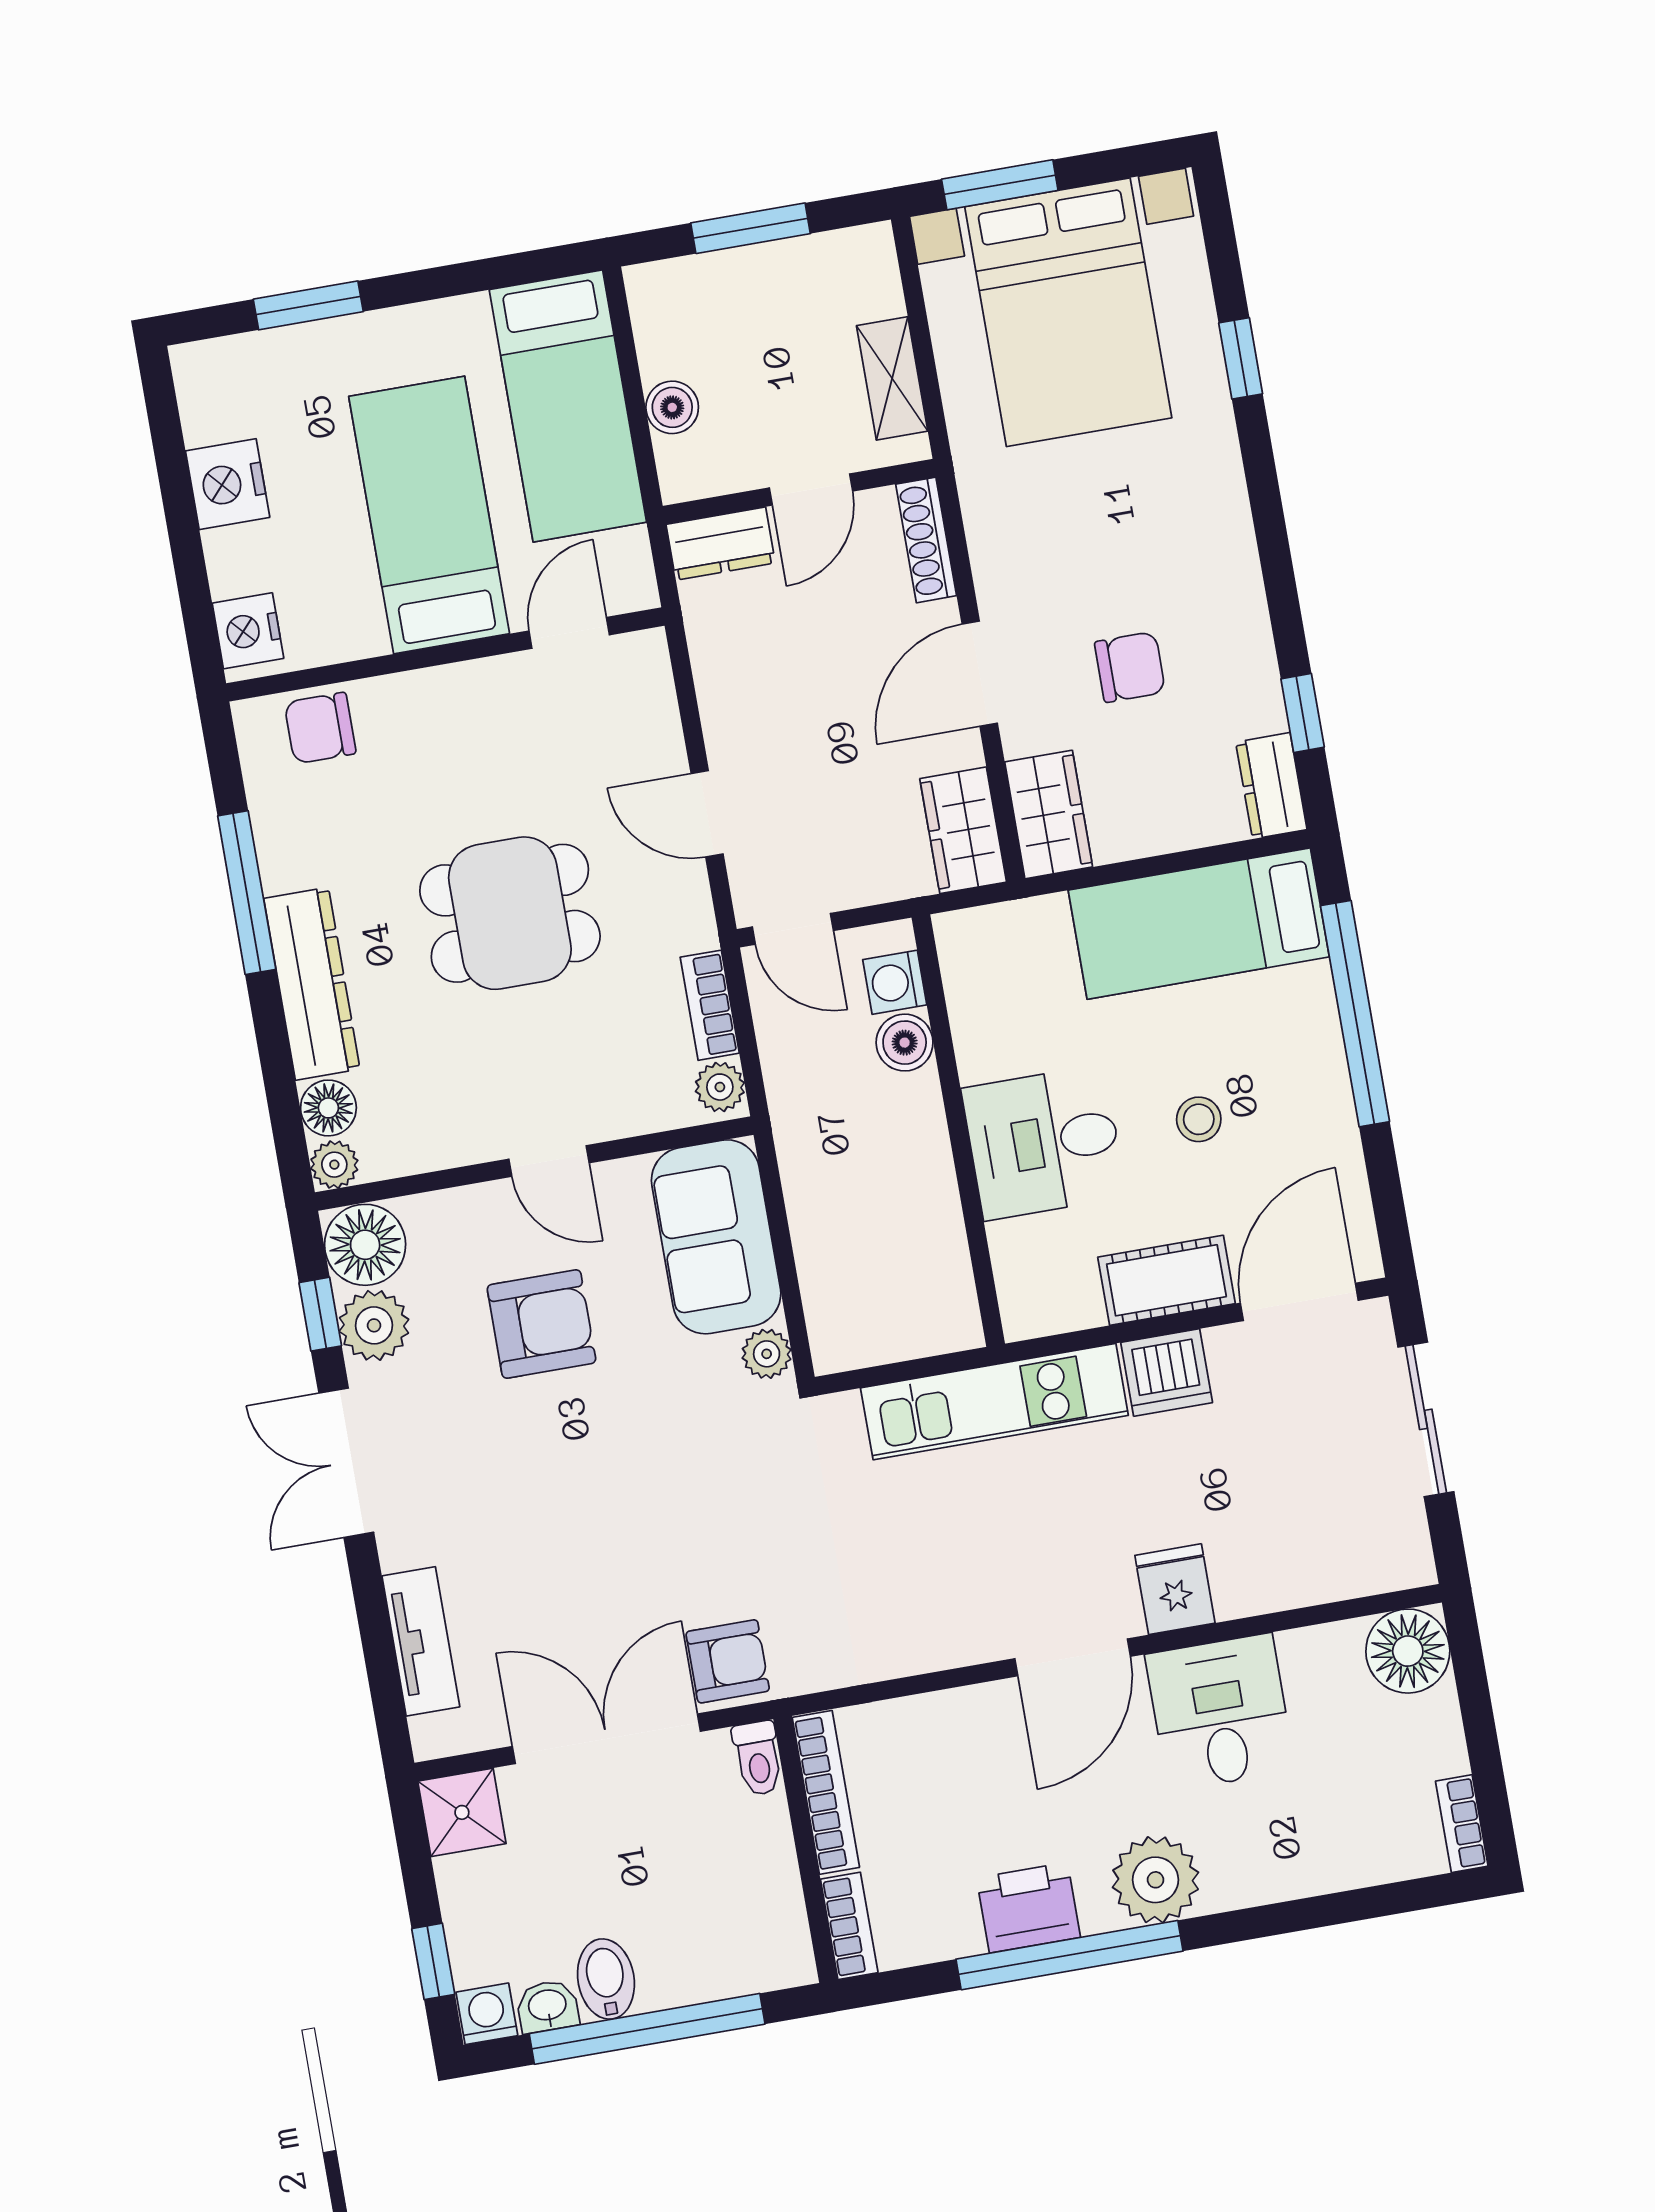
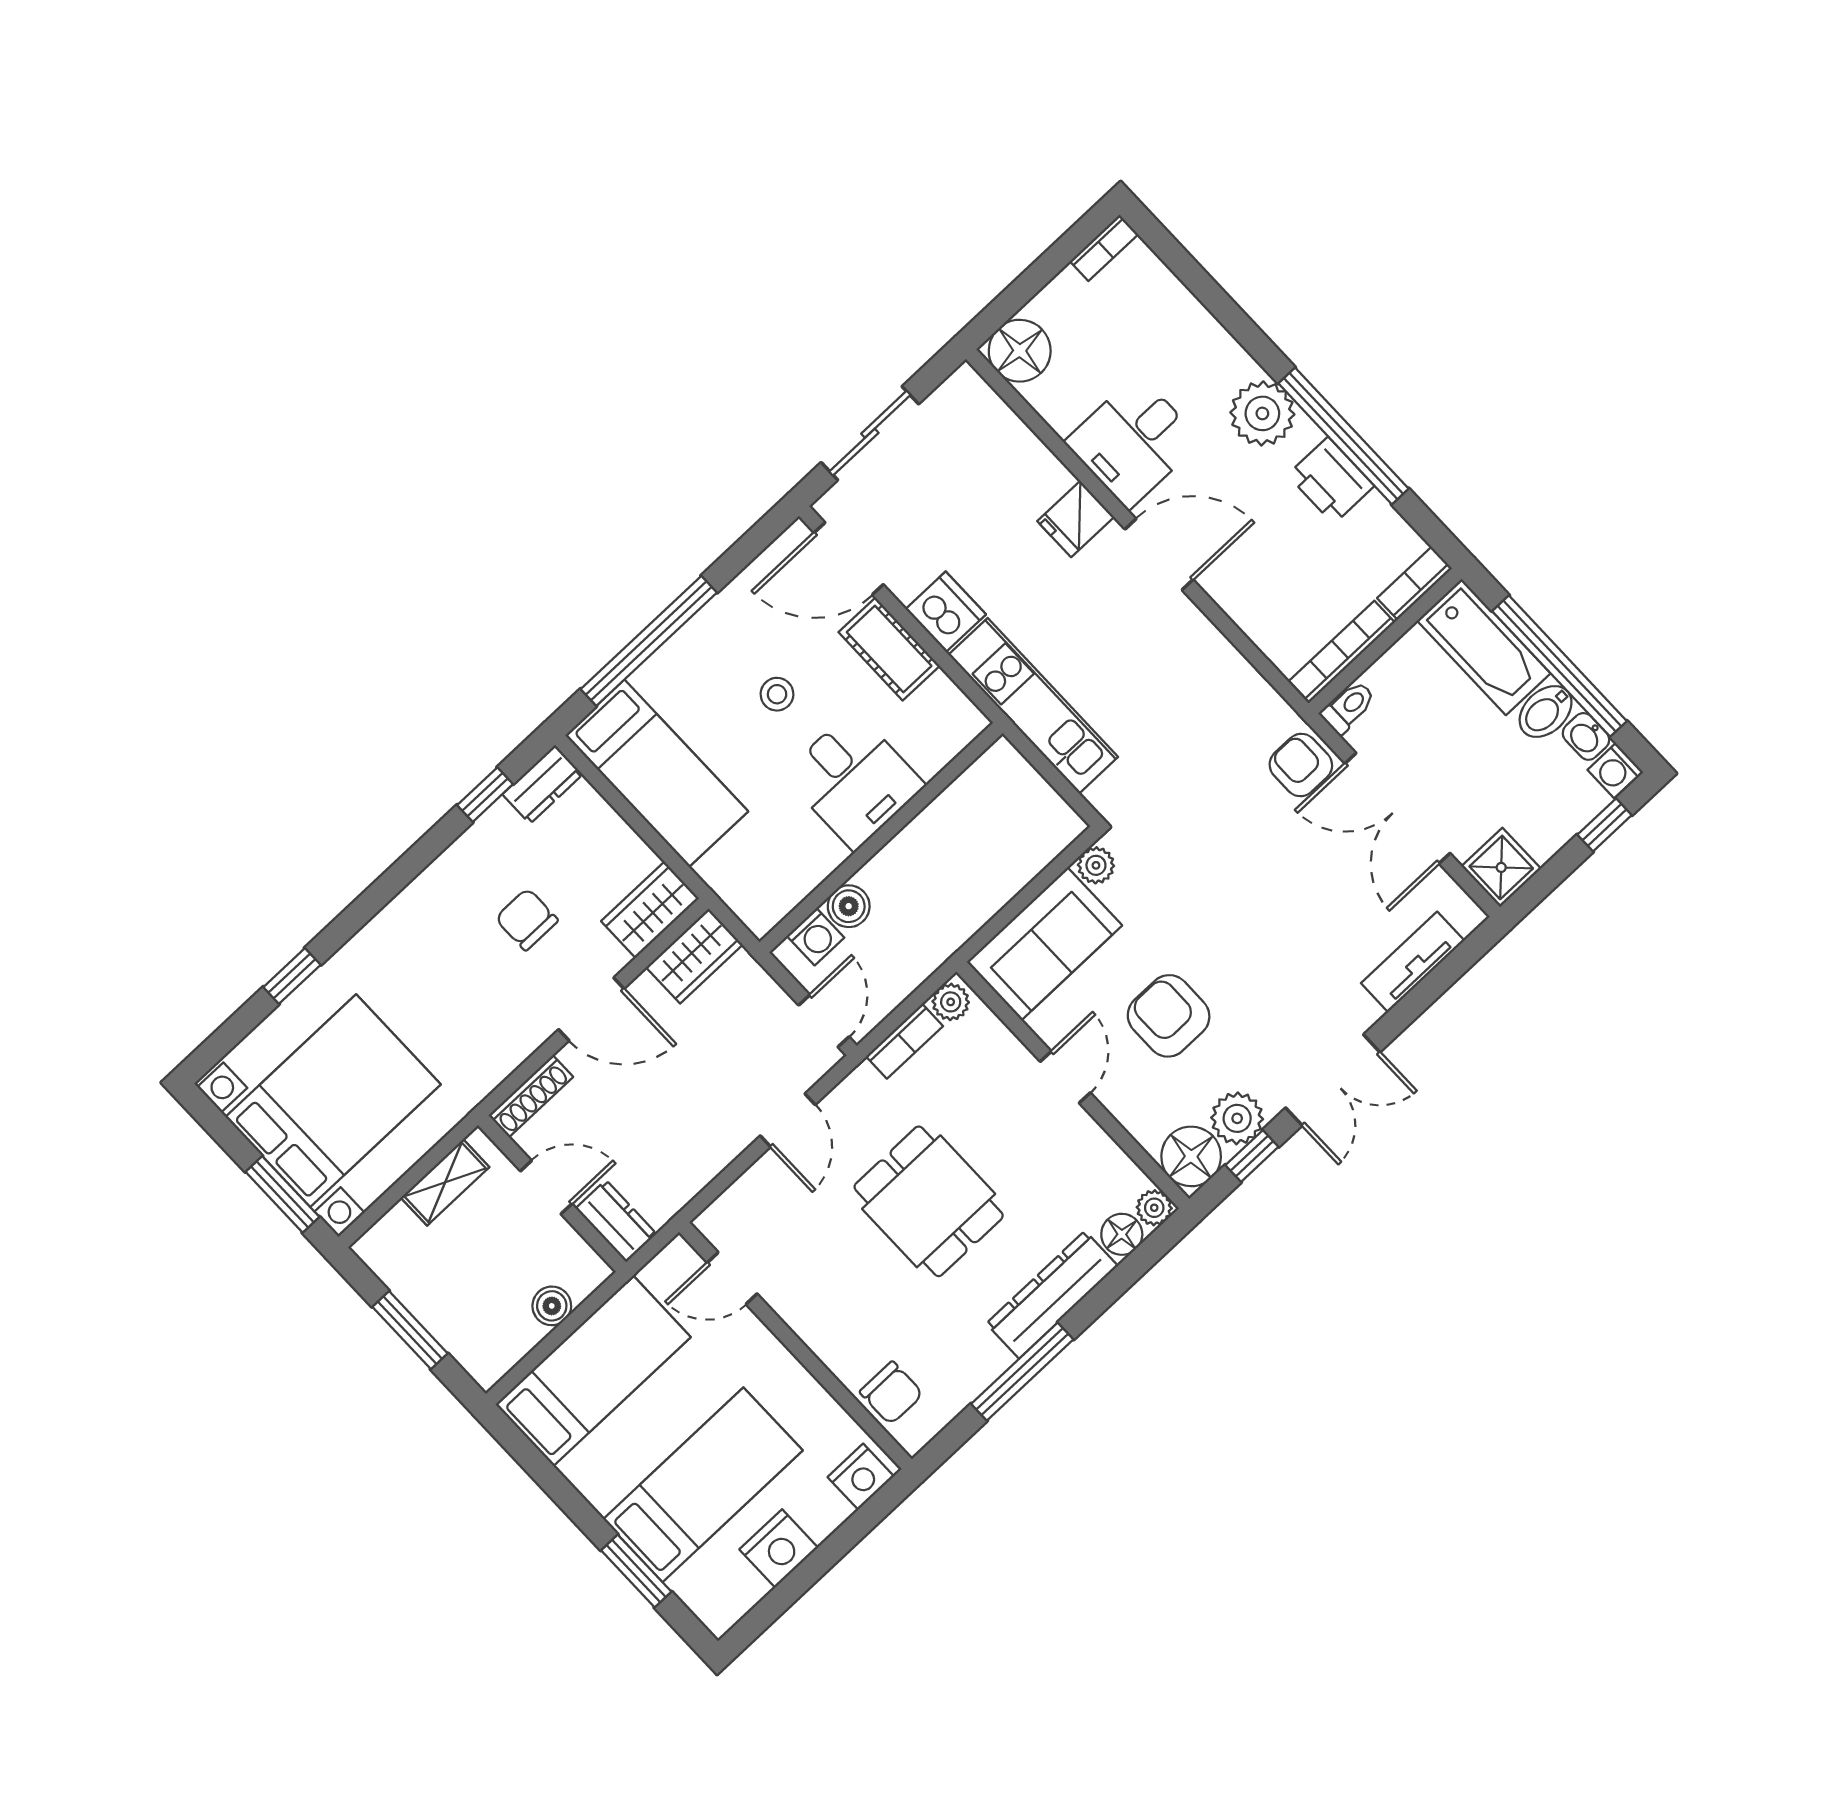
bed: (429, 515) -> (703, 1485), moved, turned 180
bathtub: (725, 1957) -> (1484, 647), added

